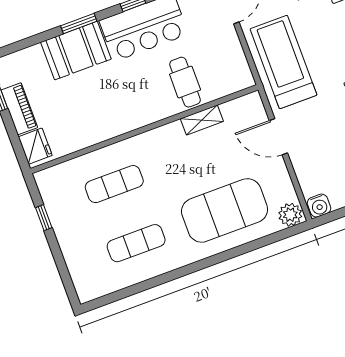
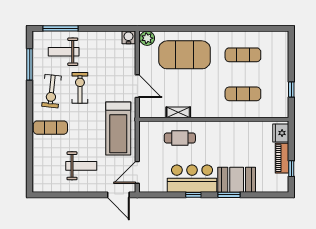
cafe table: (185, 82) -> (180, 138), turned 90

